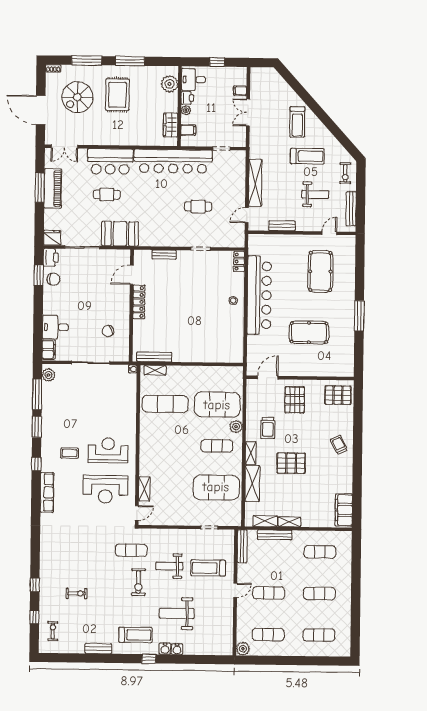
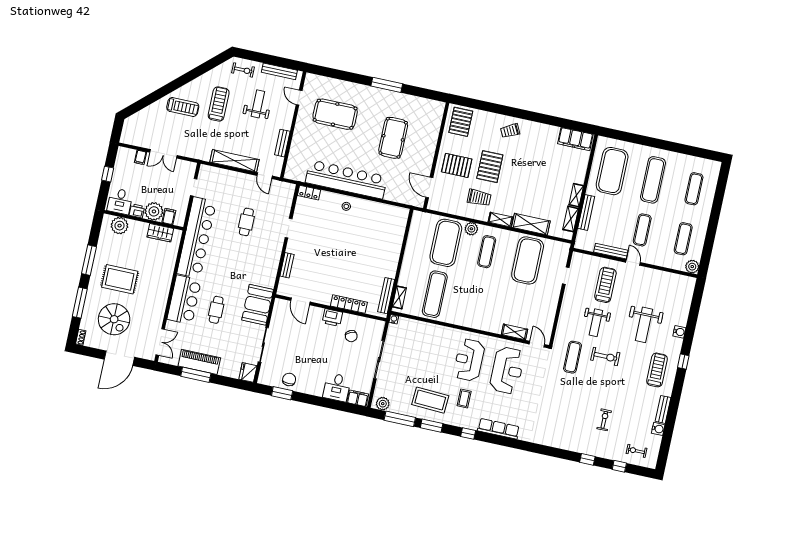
plant: (186, 110) -> (154, 211), width x1.87, depth x1.87
printer: (51, 258) -> (332, 318), moved, turned 180
locker: (139, 302) -> (349, 304), moved
coffee table: (61, 420) -> (430, 400), added
pallet: (291, 463) -> (490, 167), moved
bench: (242, 546) -> (611, 251), moved
exercise mat: (320, 552) -> (612, 171), width x2.00, depth x1.45
treadmill: (208, 568) -> (605, 285), turned 180
exercise mat: (319, 593) -> (653, 180), width x1.36, depth x1.45
water cooler: (165, 649) -> (658, 429), moved

